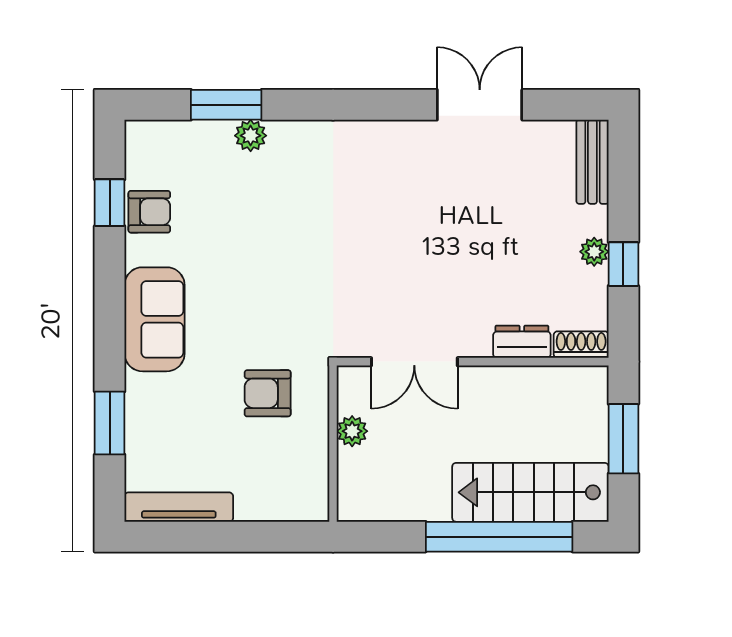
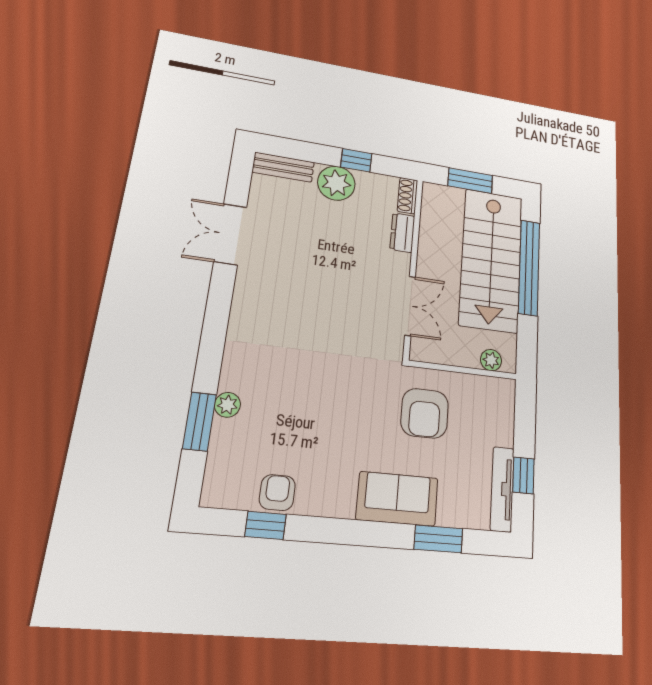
plant: (594, 252) -> (336, 183), width x1.88, depth x1.88
sofa: (155, 319) -> (397, 499), moved
armchair: (268, 393) -> (425, 413), width x1.38, depth x1.38
plant: (352, 431) -> (491, 360), moved
stairs: (530, 492) -> (491, 260), width x1.36, depth x1.51
window: (199, 537) -> (523, 475), added

